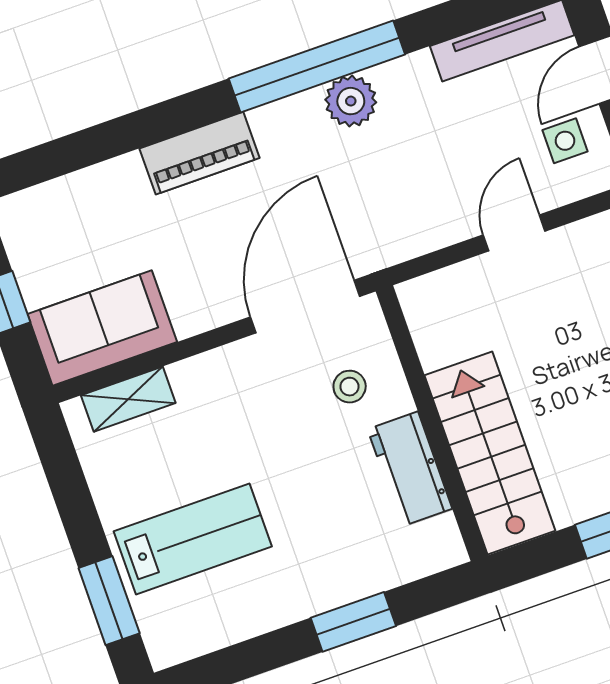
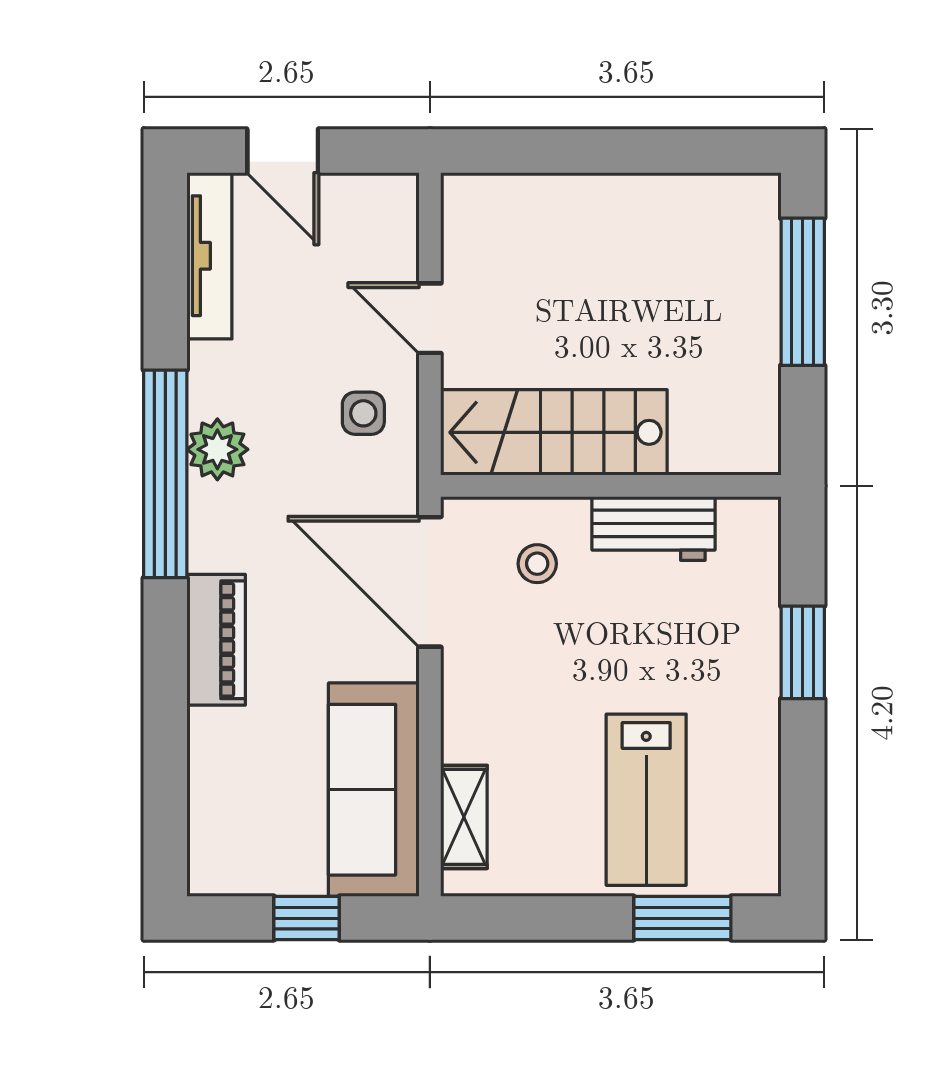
side table: (565, 141) -> (363, 413), moved
sofa: (102, 328) -> (374, 790), width x1.36
stairs: (490, 453) -> (554, 432), moved
lab bench: (193, 539) -> (646, 800), turned 180

